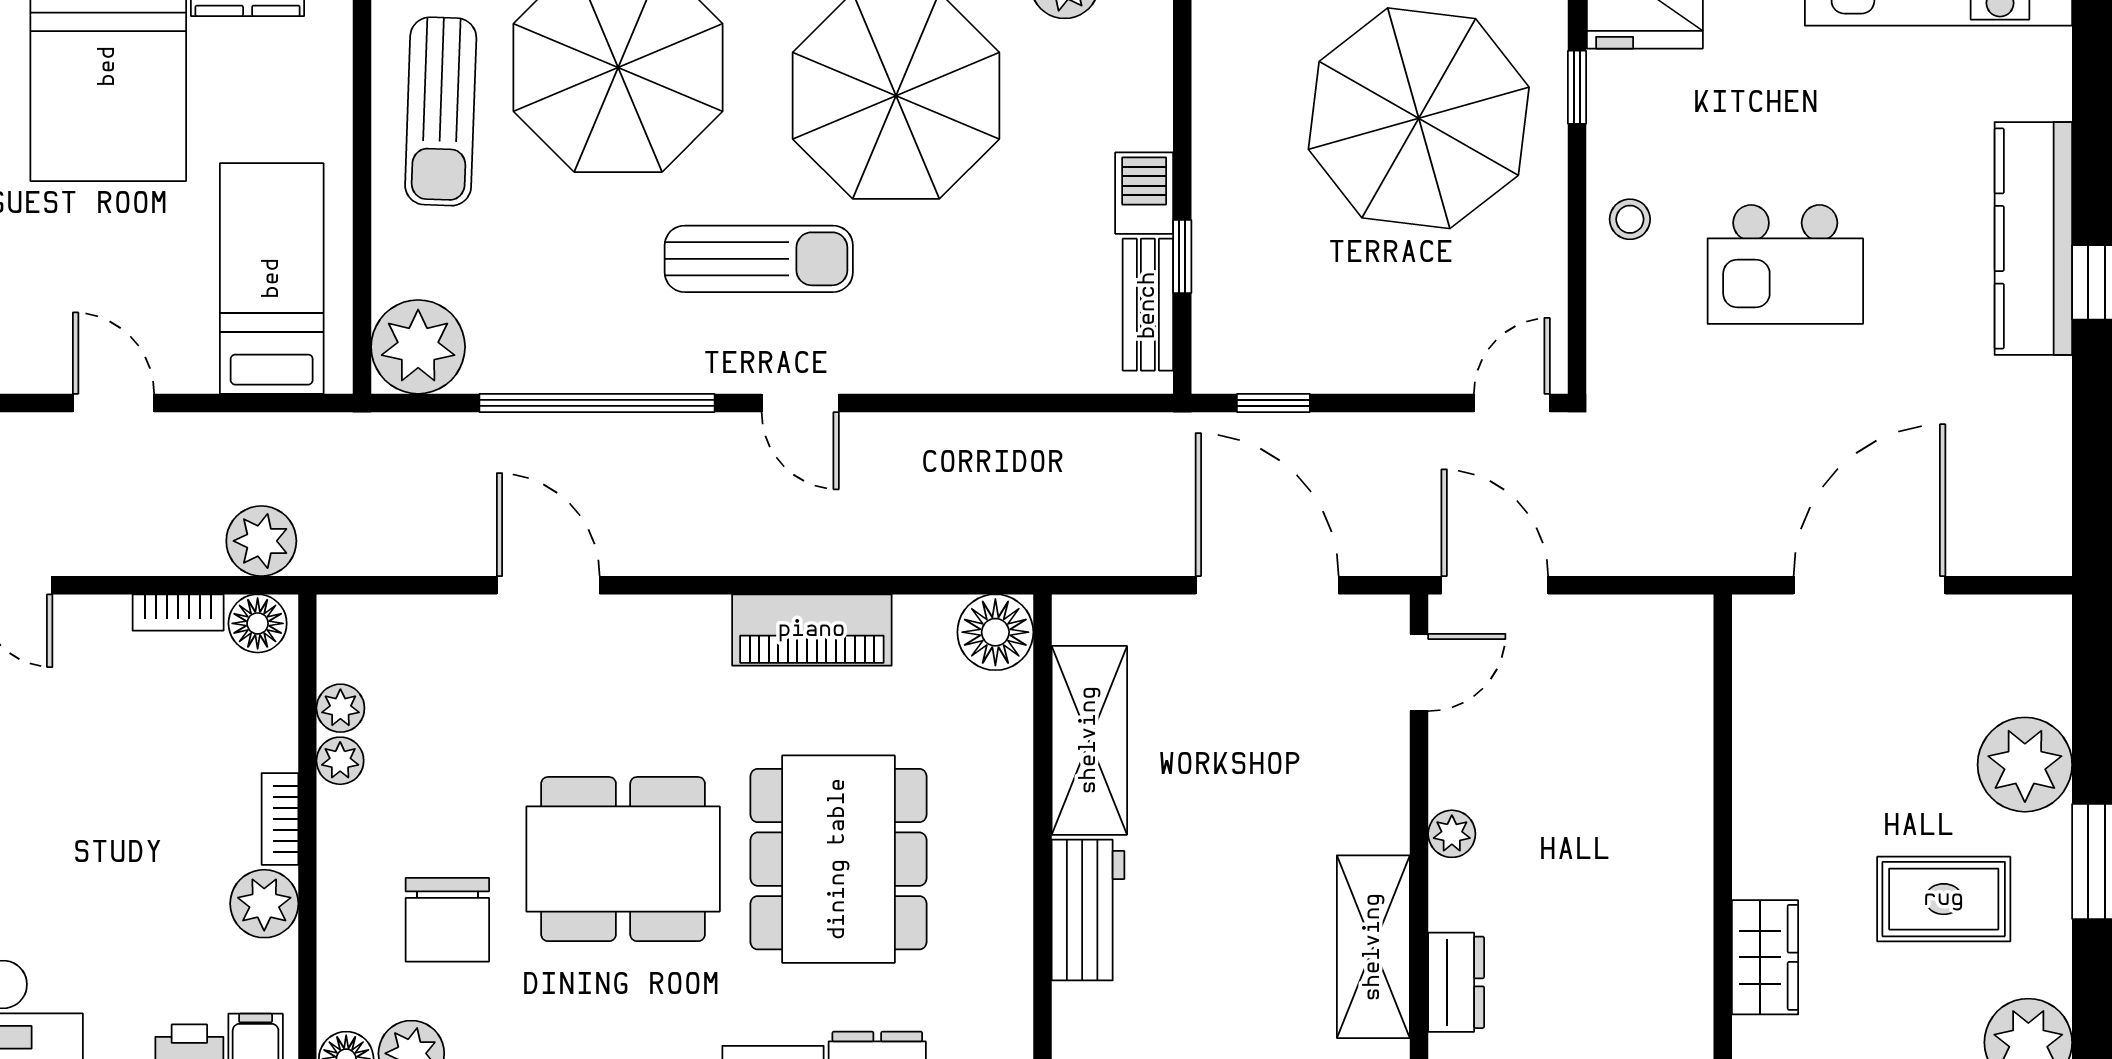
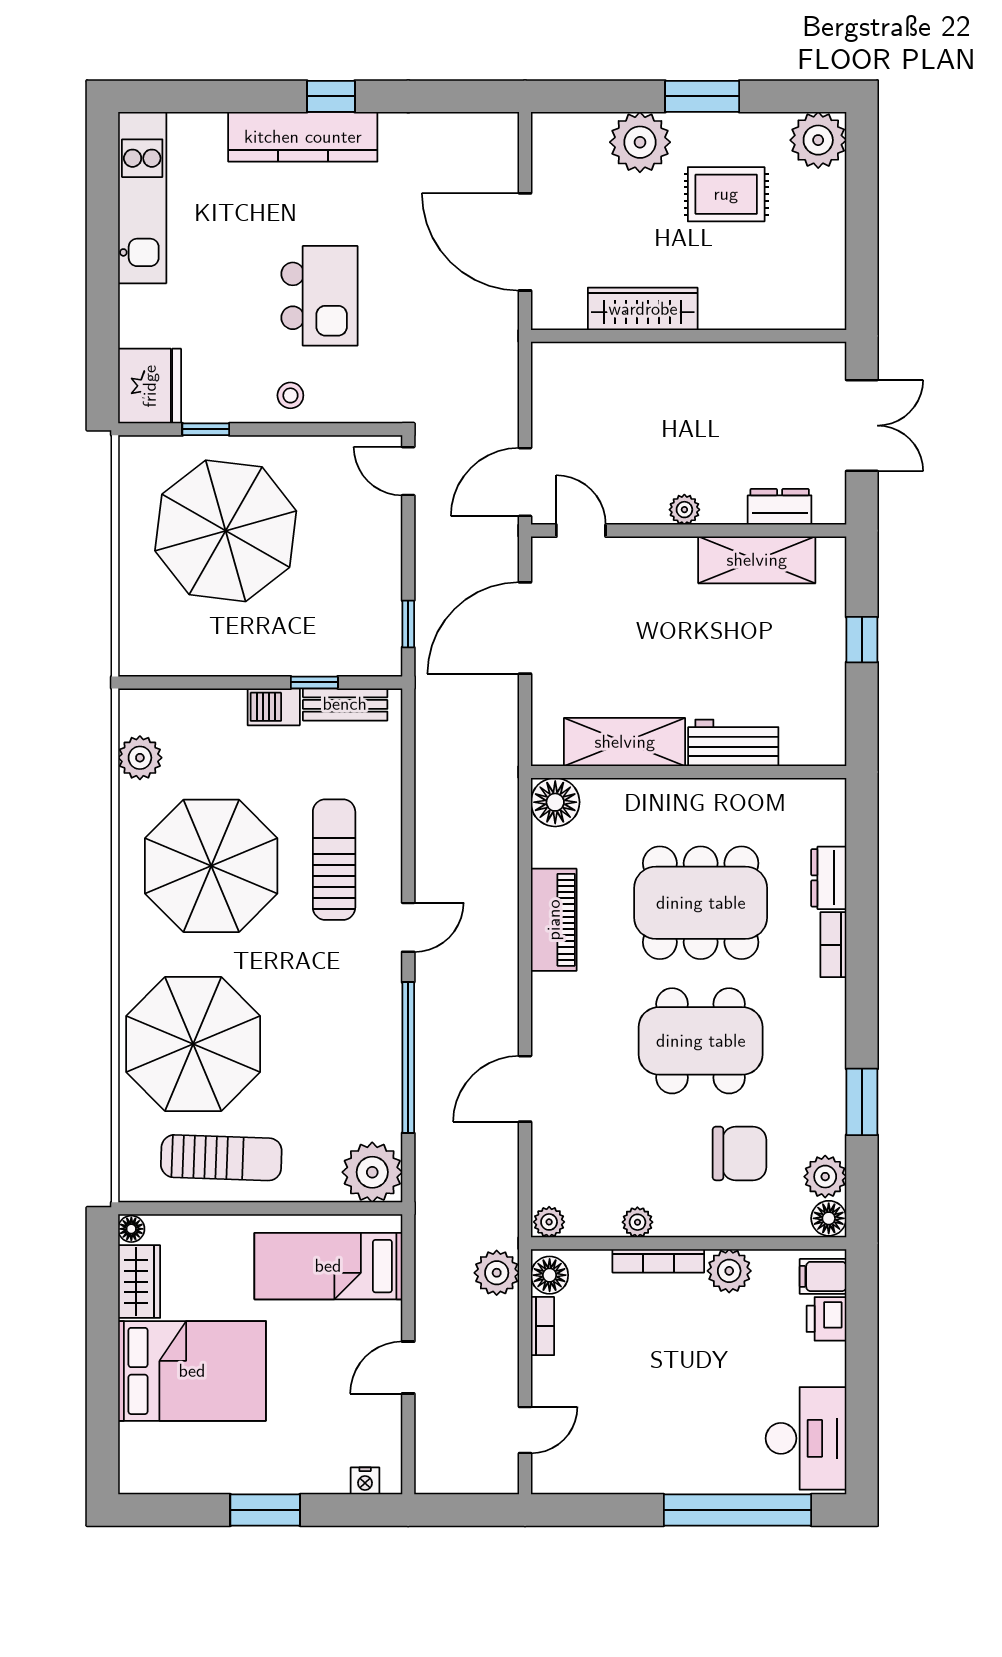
sun lounger: (759, 259) -> (334, 860), moved
plant: (340, 708) -> (549, 1222), moved
bookcase: (280, 819) -> (658, 1261), width x1.56
dining table: (623, 859) -> (701, 1041), turned 90
rug: (1944, 899) -> (726, 194), turned 90
wardrobe: (1765, 957) -> (643, 309), moved, width x1.50

